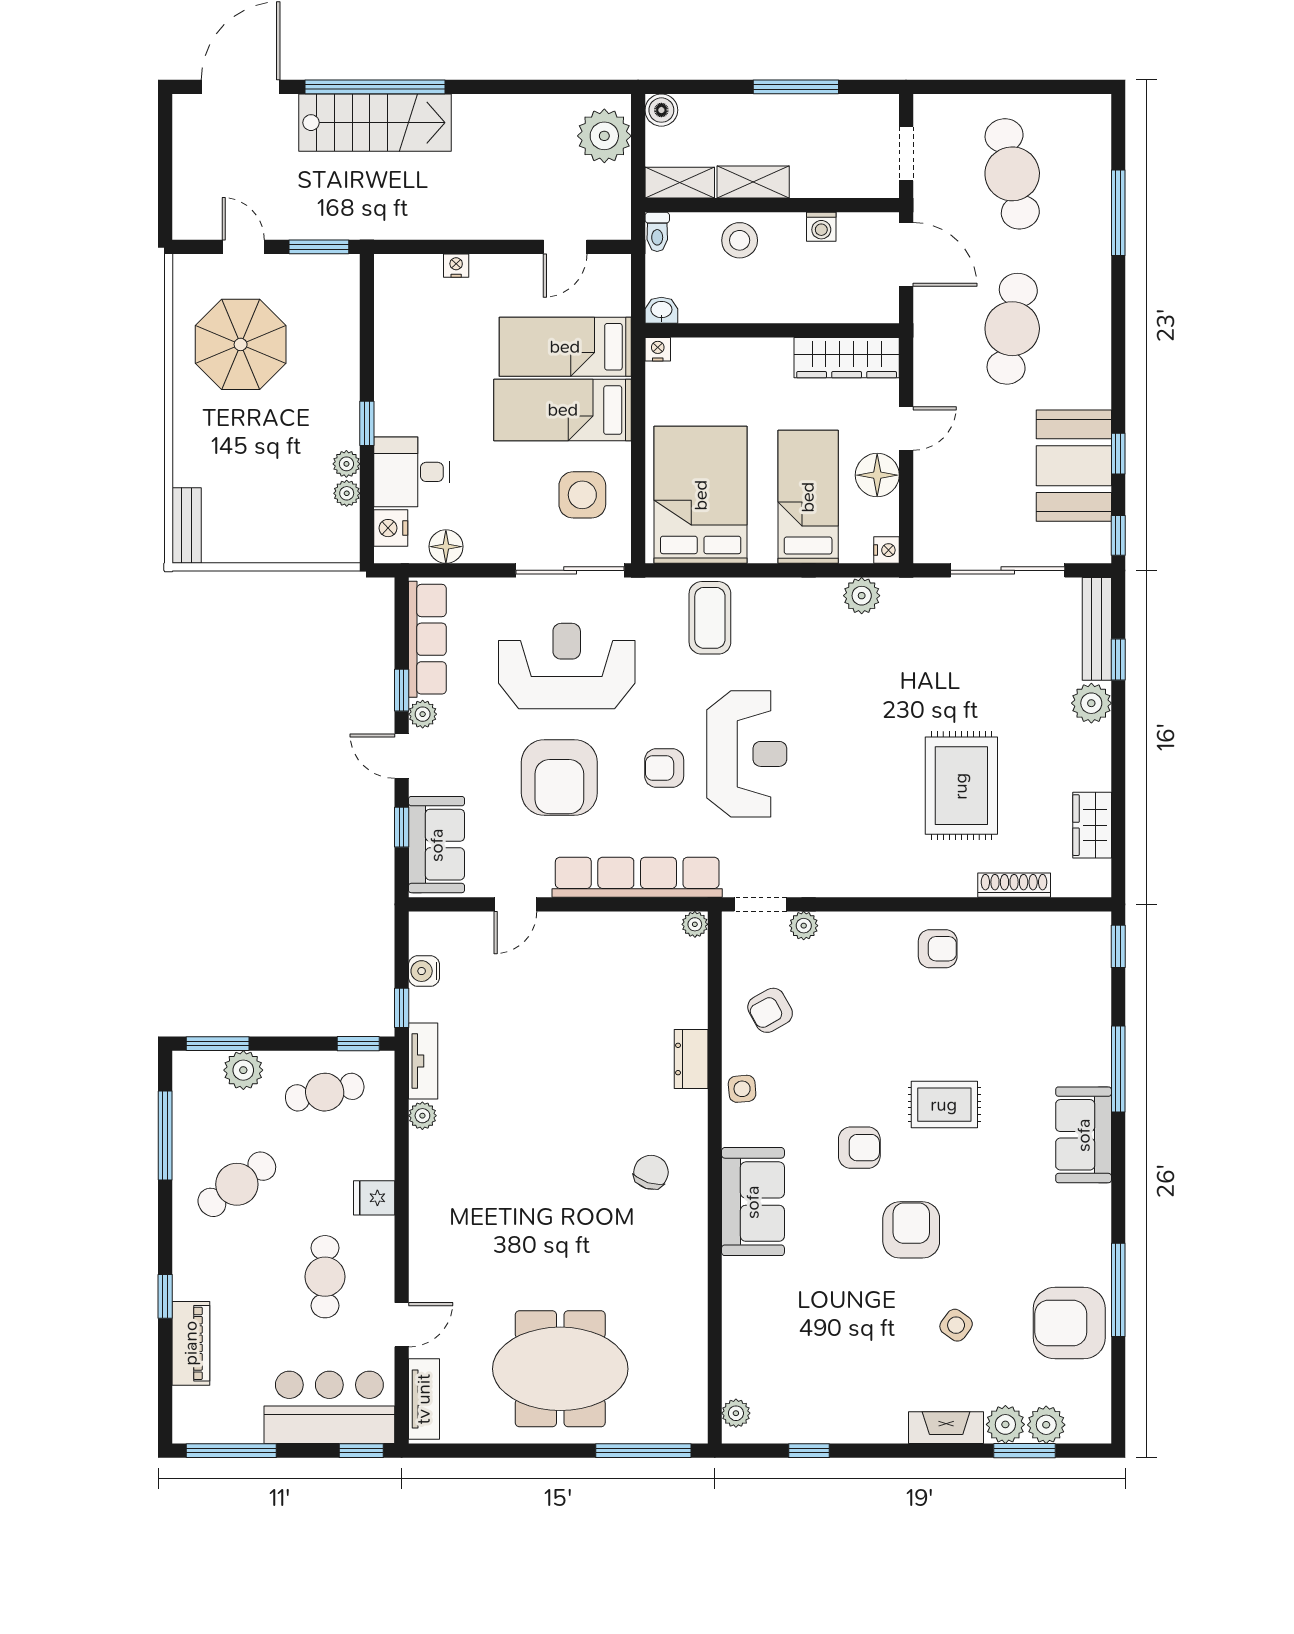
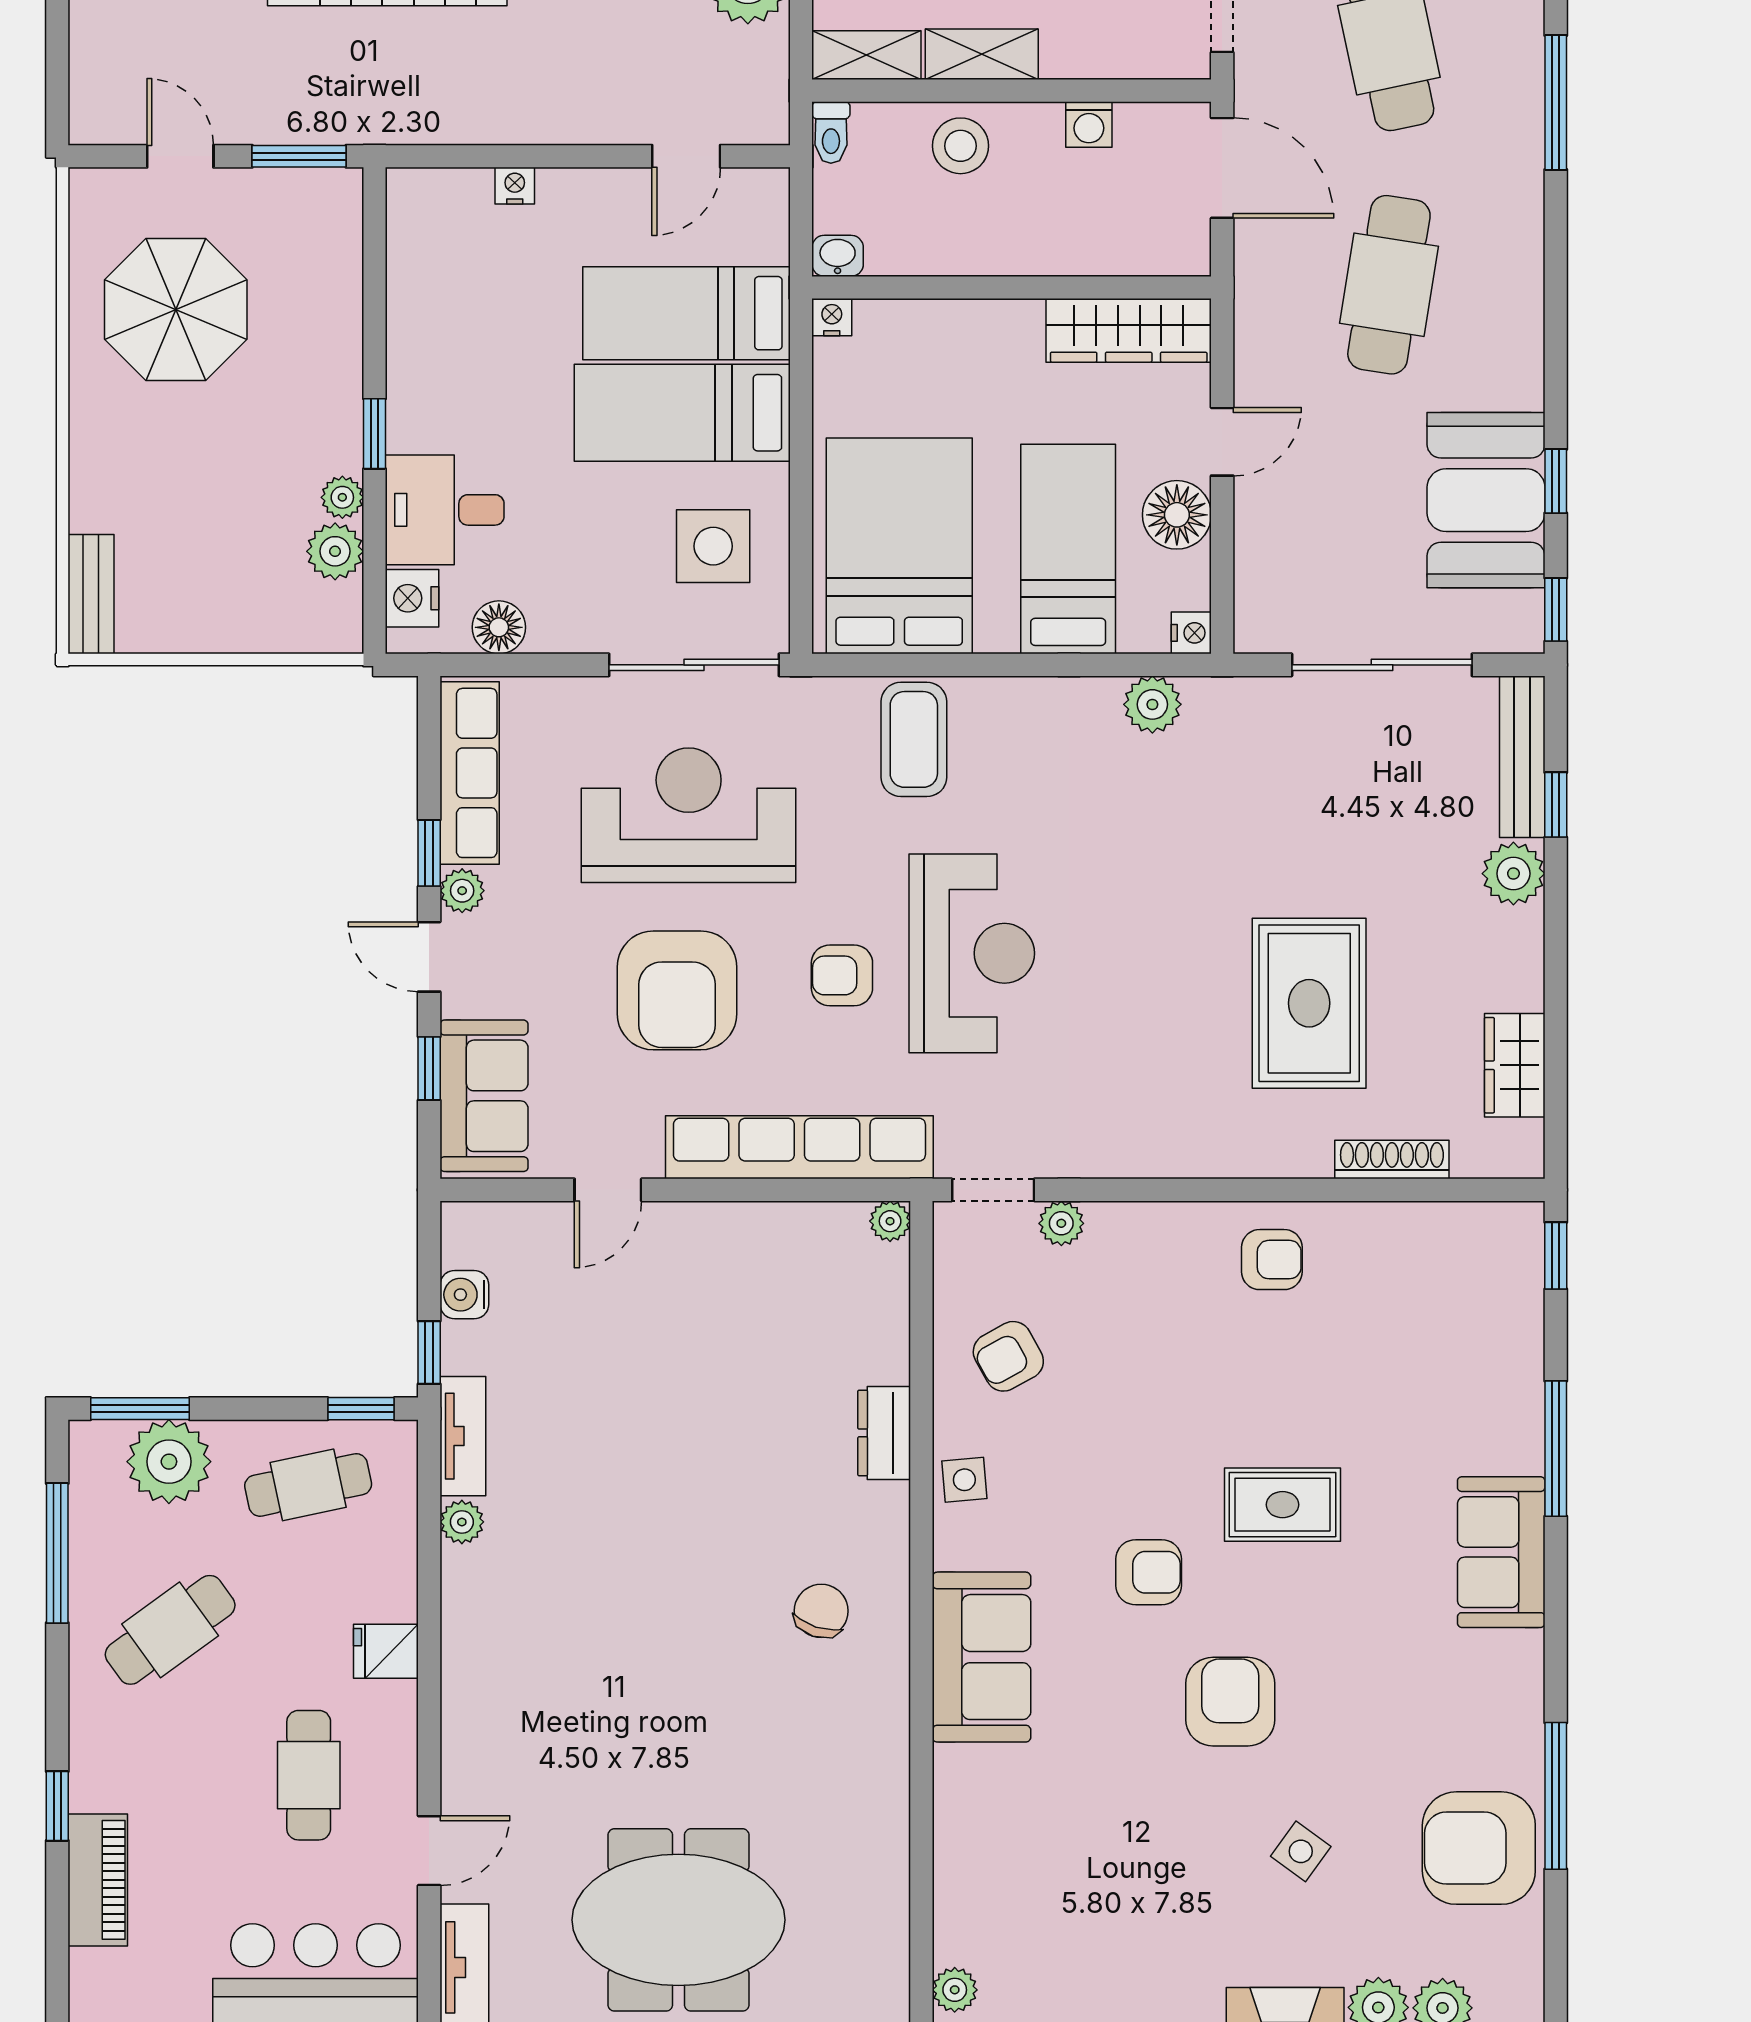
plant: (347, 493) -> (335, 551), width x1.38, depth x1.38
plant: (243, 1070) -> (169, 1462), width x1.36, depth x1.36

